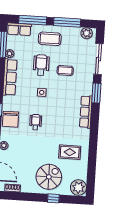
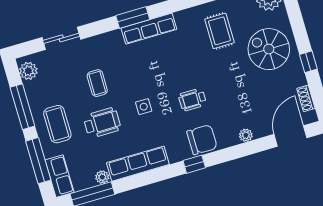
sliding door: (99, 59) -> (61, 38), width x0.73
wheelchair: (41, 65) -> (102, 123), turned 180
window: (96, 93) -> (133, 17), moved
window: (53, 198) -> (308, 62), moved

